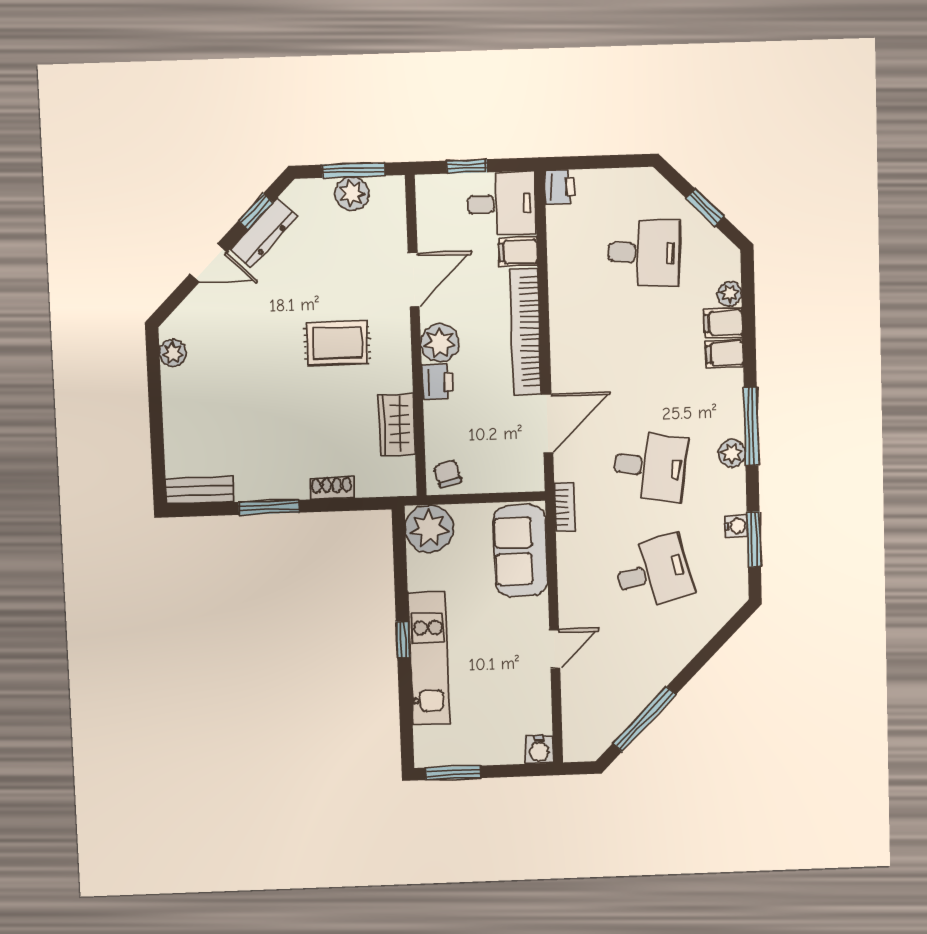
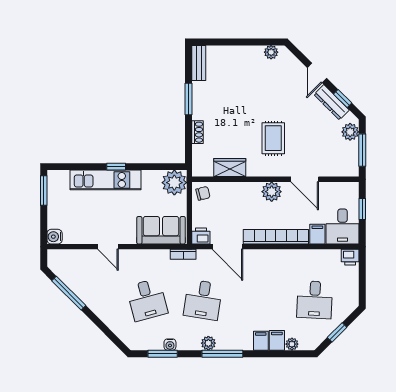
plant: (352, 194) -> (350, 132), moved
printer: (438, 382) -> (201, 236), moved, turned 180

